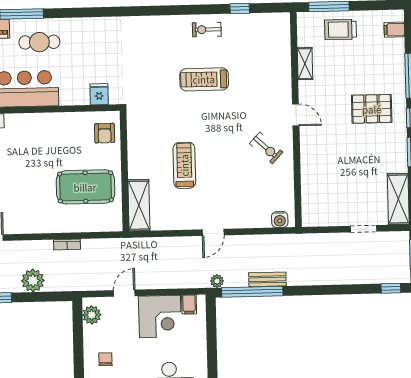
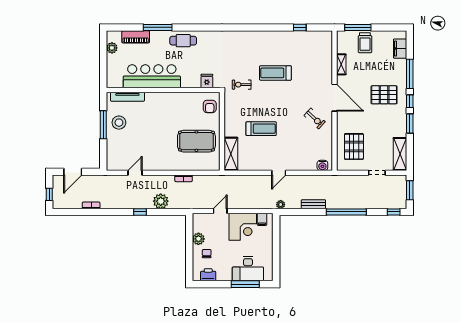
exercise bike: (207, 30) -> (242, 85), moved
trolley: (341, 30) -> (365, 43), turned -90
filing cabinet: (394, 30) -> (400, 49), width x2.00
cafe table: (39, 42) -> (183, 41), moved
door: (296, 115) -> (334, 98), width x1.88
treadmill: (184, 165) -> (261, 129), turned 90
pallet: (327, 189) -> (354, 147), added
window: (252, 292) -> (346, 212), moved
plant: (92, 315) -> (198, 239), moved

